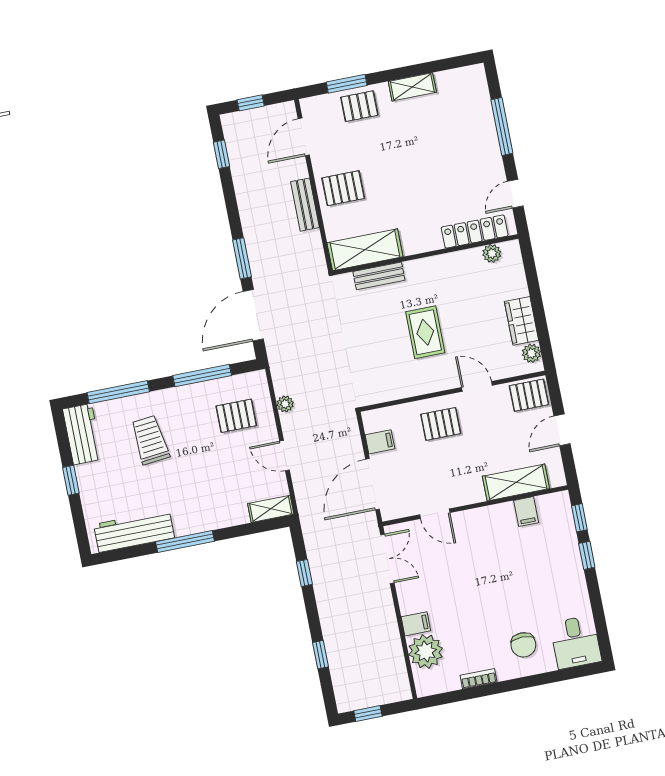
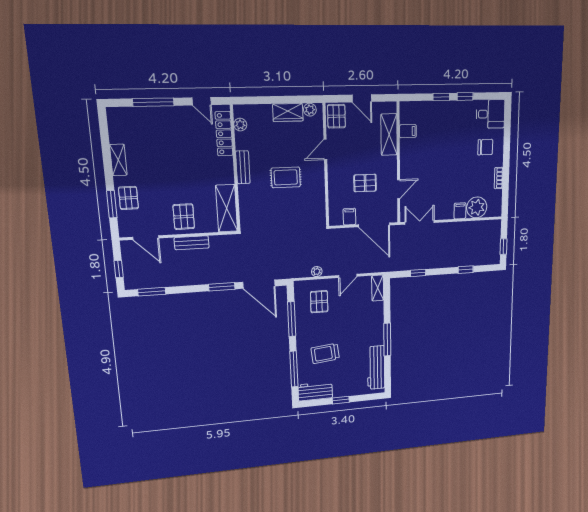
window: (221, 154) -> (152, 292), width x1.50
bench: (379, 276) -> (243, 167), moved
pallet: (441, 424) -> (365, 183), moved, turned 90
window: (579, 518) -> (465, 96), moved

